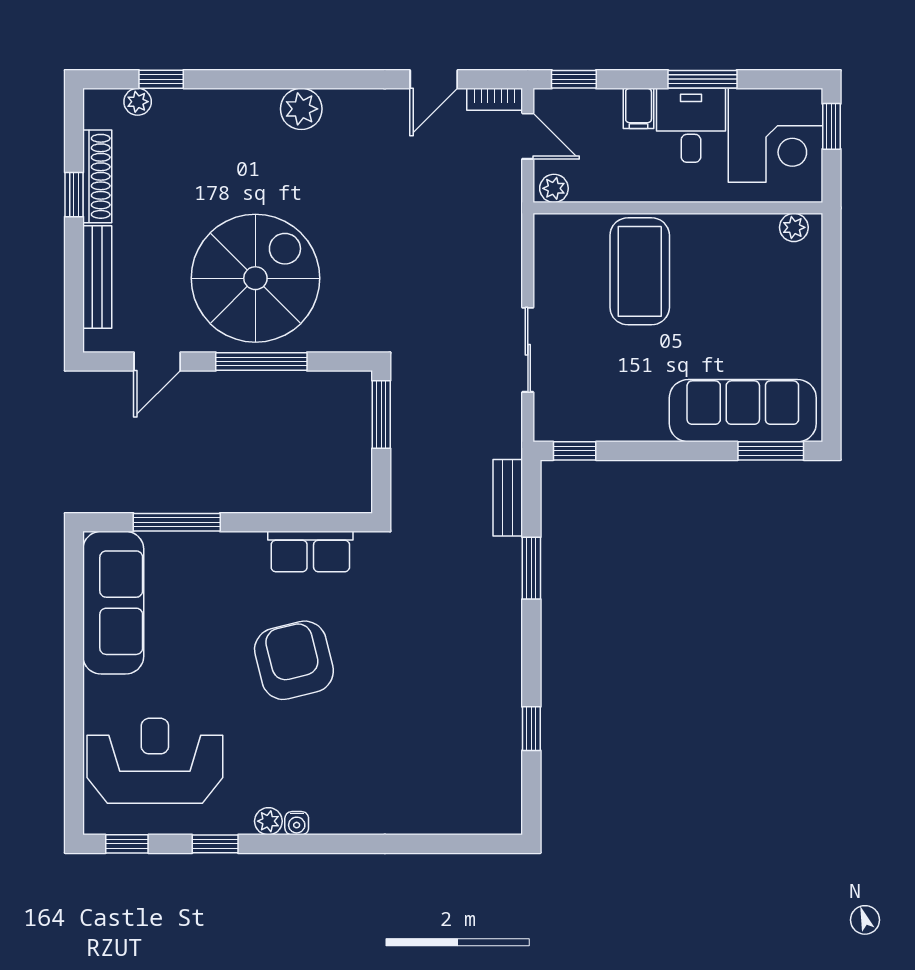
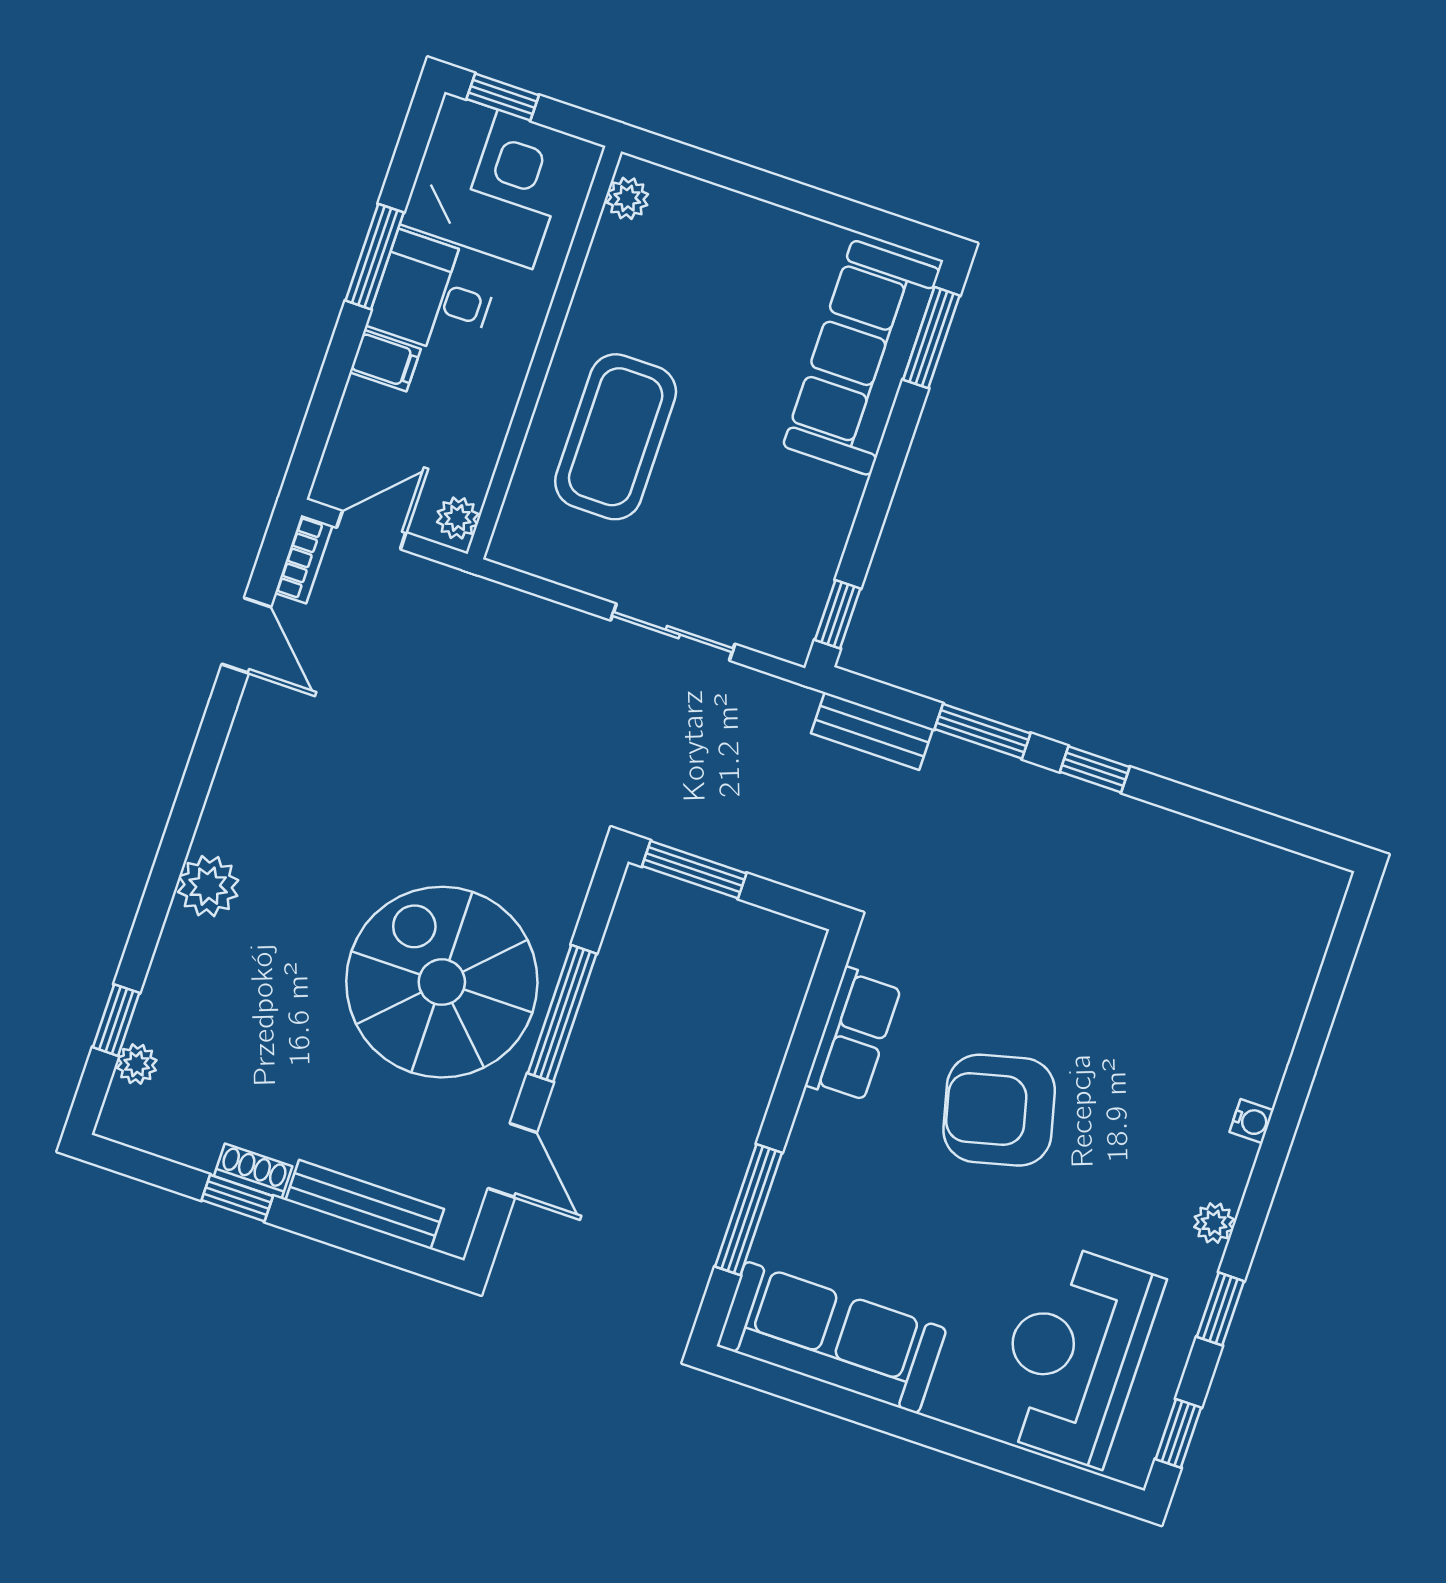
window: (574, 79) -> (313, 438), removed
plant: (301, 109) -> (208, 886), moved
shoe rack: (97, 176) -> (253, 1171), width x0.51, depth x0.81
coffee table: (640, 271) -> (616, 437), turned 90
window: (531, 729) -> (1095, 769), moved
water cooler: (297, 823) -> (1252, 1121), moved

